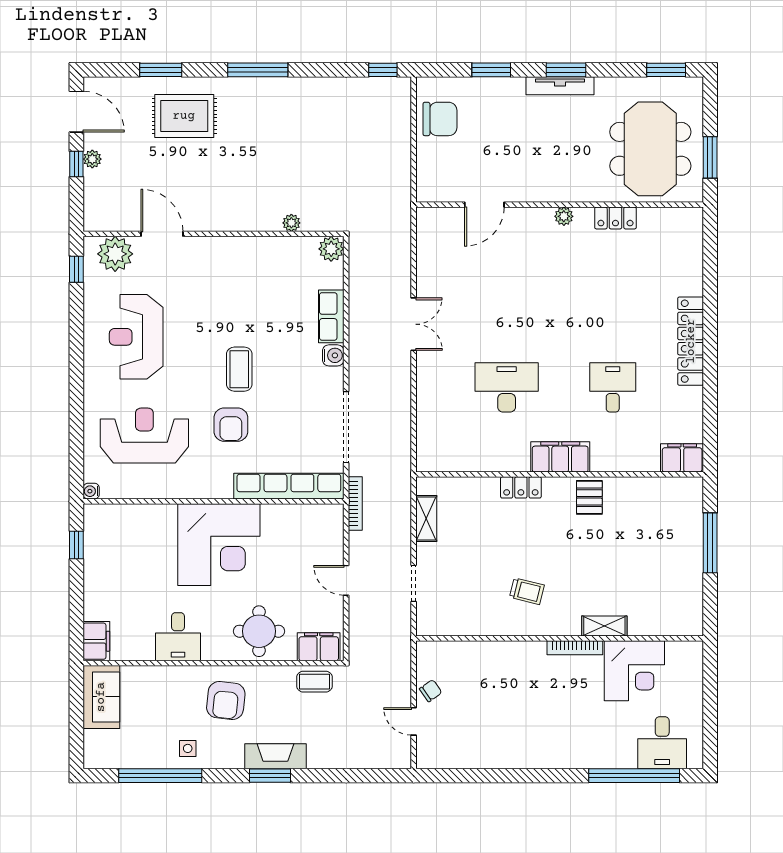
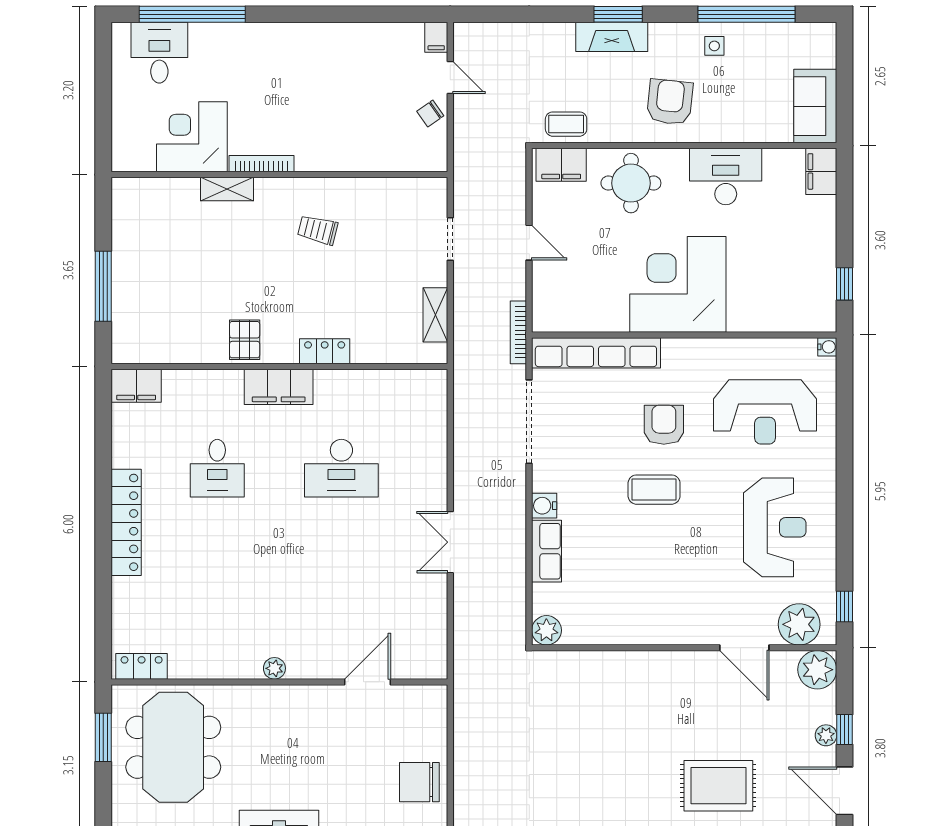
locker: (615, 218) -> (142, 666), moved
plant: (291, 223) -> (817, 670), moved, width x1.87, depth x1.87
coffee table: (239, 369) -> (654, 490), turned 90
desk: (178, 637) -> (726, 177), width x1.37
filing cabinet: (425, 756) -> (436, 37), added

